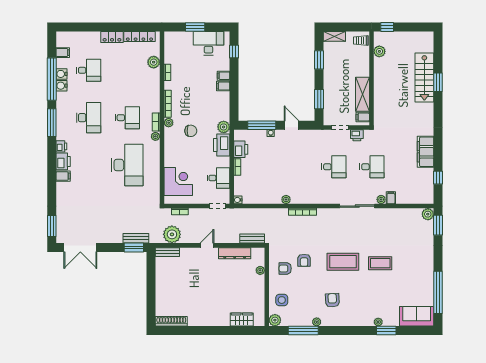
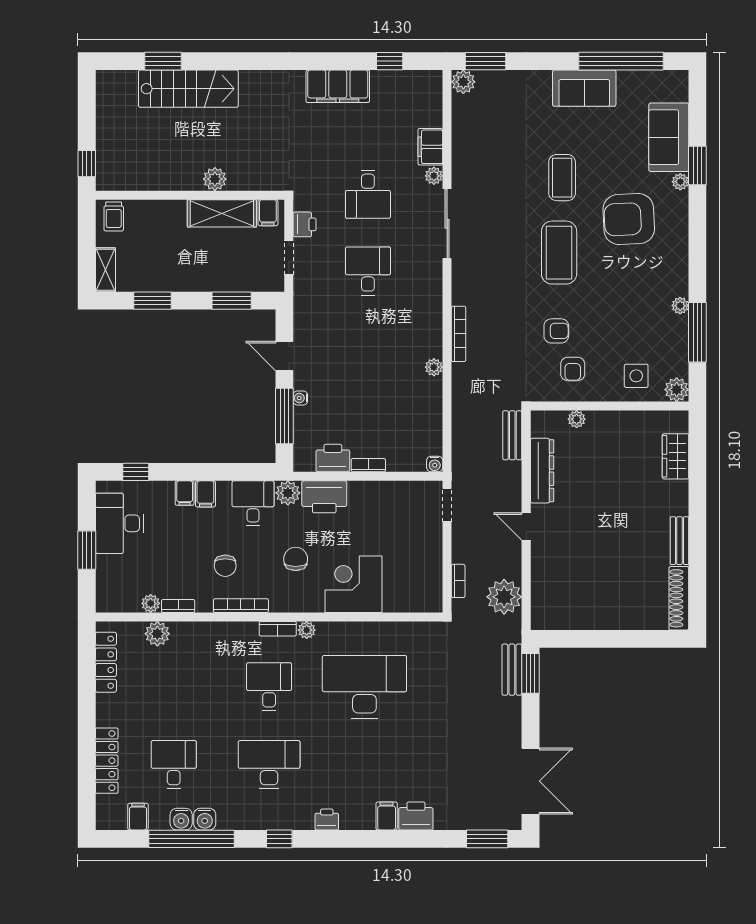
locker: (112, 37) -> (107, 761), moved, width x1.53
plant: (379, 51) -> (215, 179), moved
window: (438, 82) -> (163, 61), moved
chair: (187, 96) -> (225, 566), added
window: (52, 123) -> (279, 839), width x0.46
plant: (169, 123) -> (151, 603), moved
door: (292, 125) -> (284, 356), hinge flipped
printer: (63, 161) -> (416, 816), moved
desk: (372, 167) -> (368, 194), turned 180
desk: (218, 178) -> (253, 503), moved
corner desk: (178, 182) -> (354, 584), moved
filing cabinet: (391, 198) -> (430, 147), width x2.00
bench: (167, 252) -> (679, 541), moved
sofa: (425, 274) -> (584, 88), added
armchair: (332, 300) -> (629, 219), moved, width x1.88, depth x1.88
sofa: (417, 316) -> (669, 137), moved

